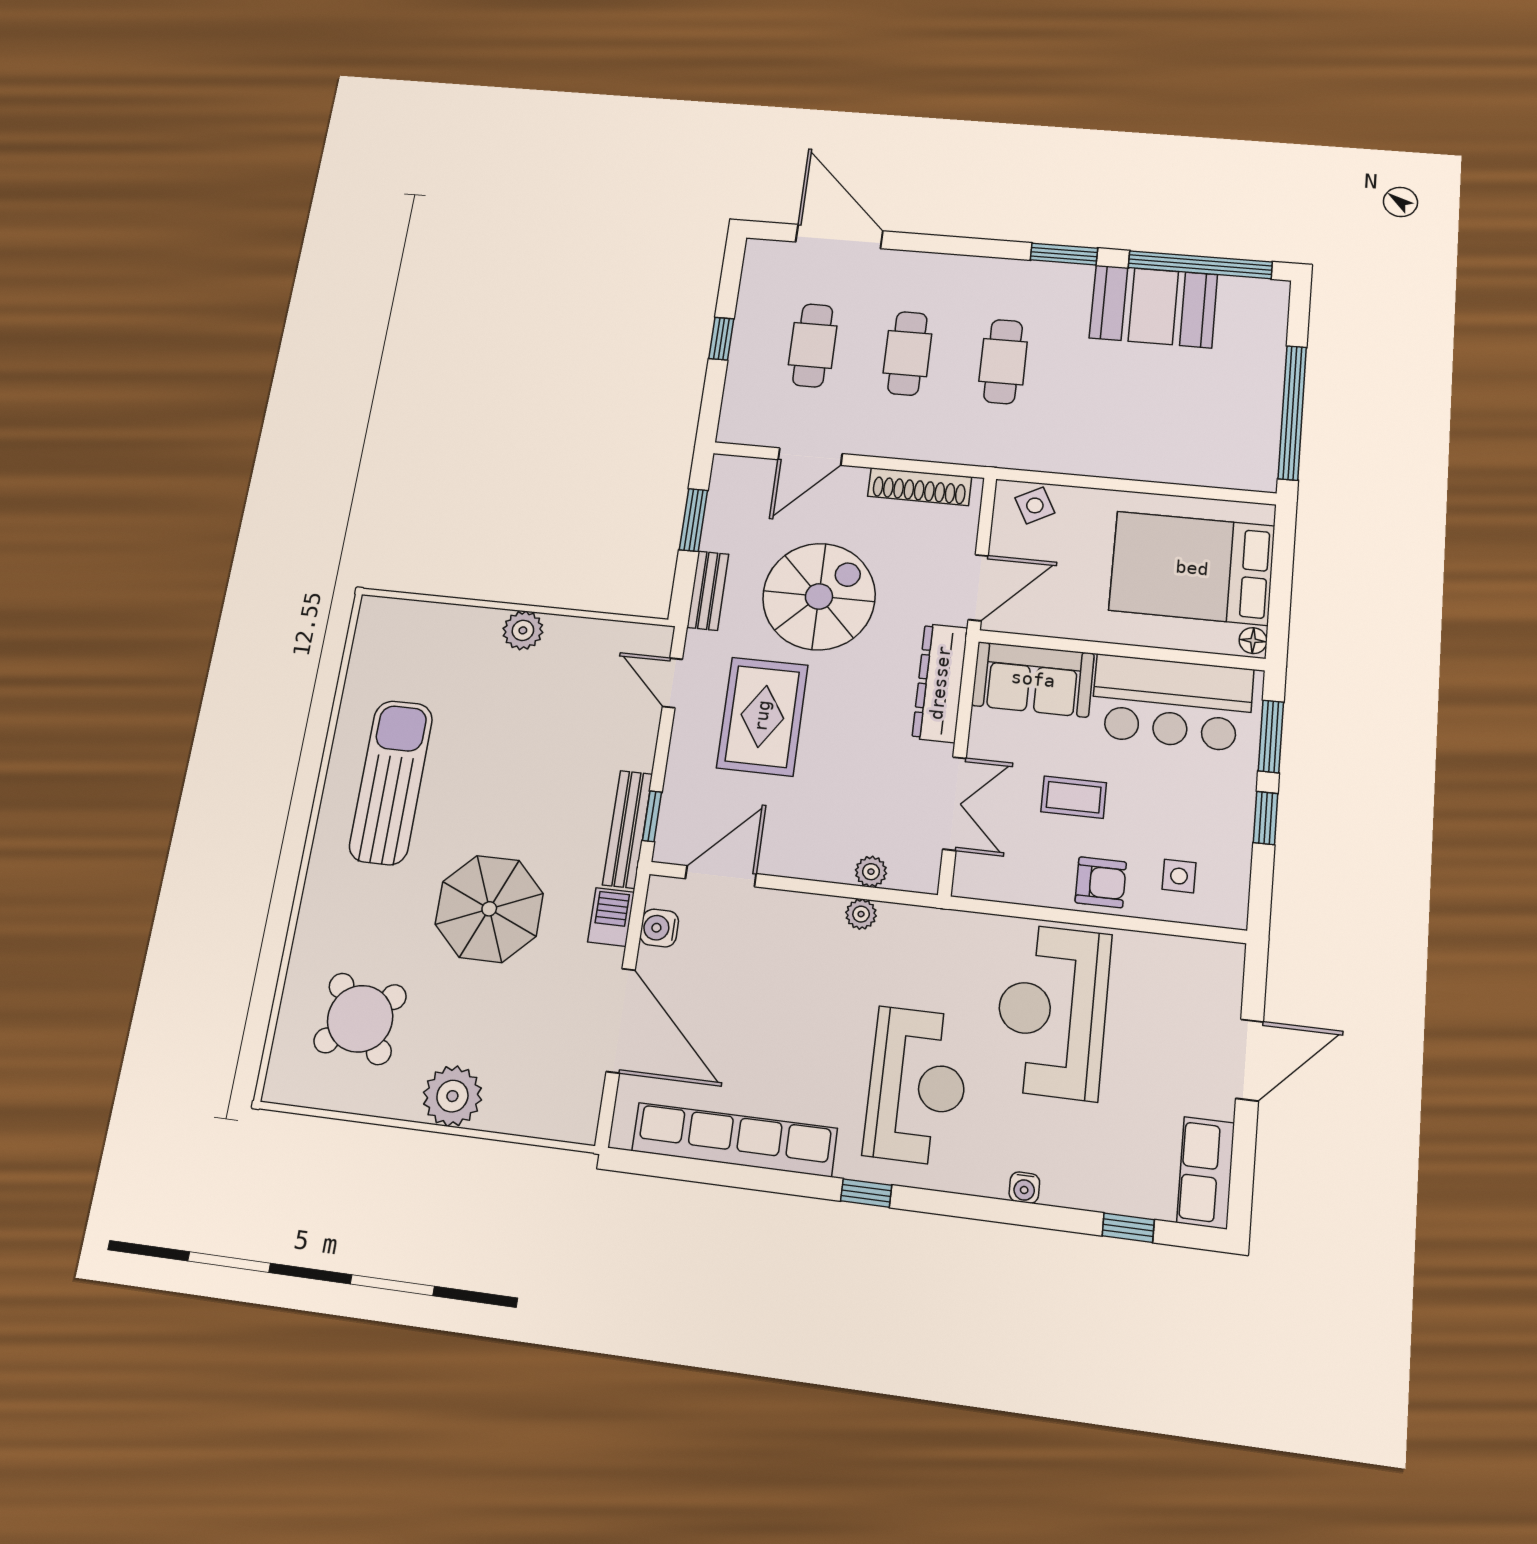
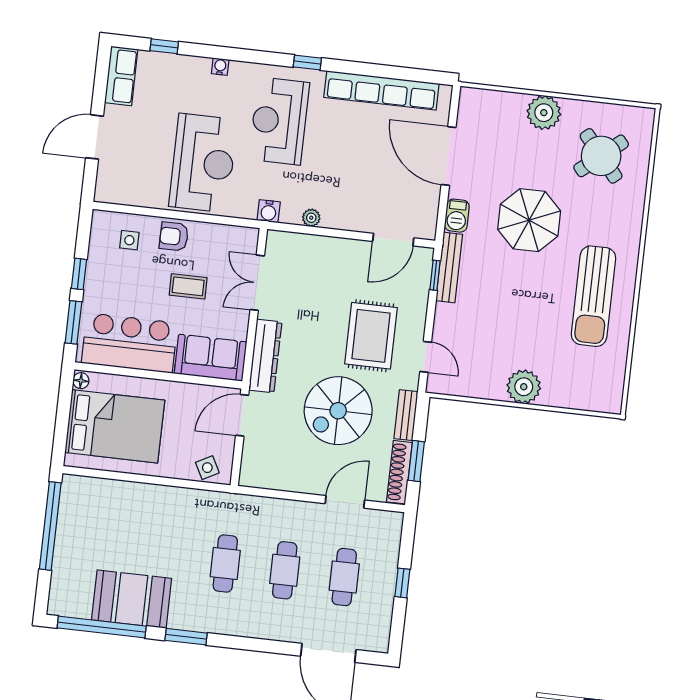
shoe rack: (920, 487) -> (399, 472), moved, turned -90
plant: (523, 630) -> (524, 387), width x1.36, depth x1.36
plant: (871, 872) -> (306, 242), removed
water cooler: (659, 928) -> (269, 211), moved, turned 90

